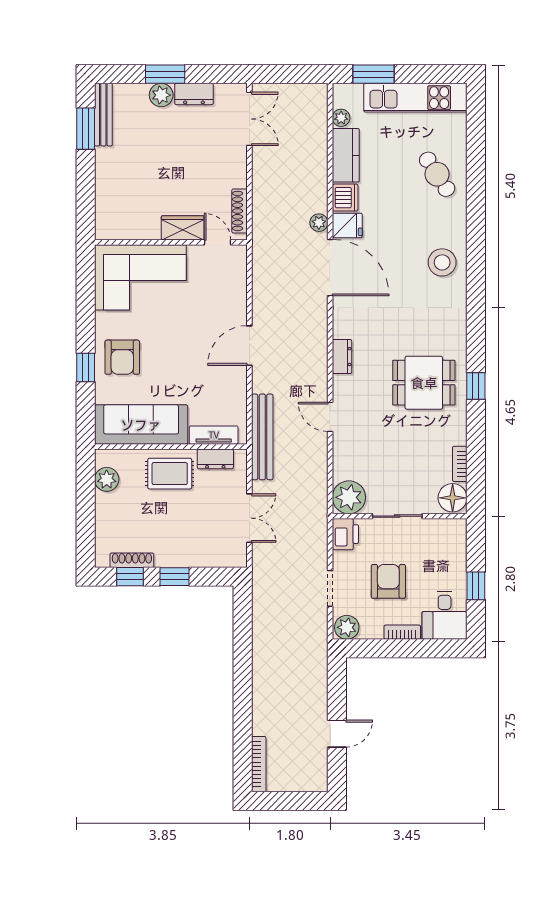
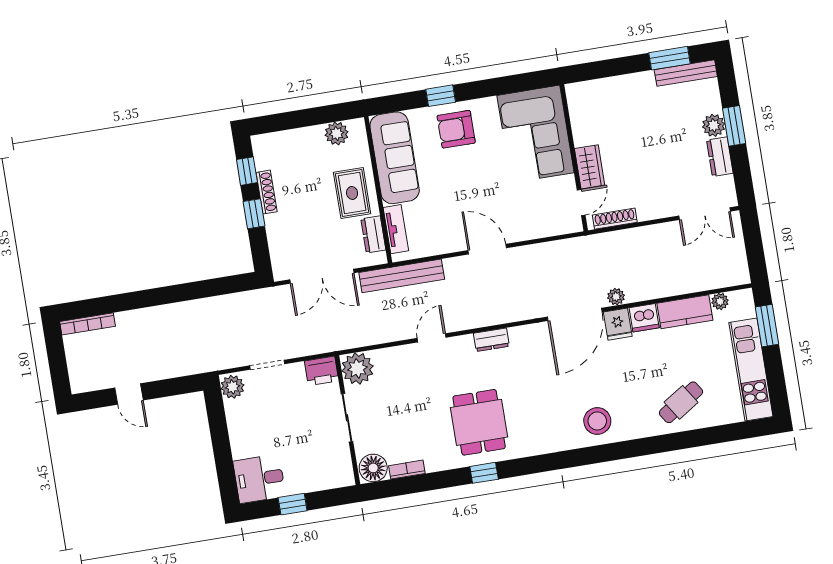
double door: (249, 518) -> (322, 276), width x1.37
shoe rack: (132, 560) -> (267, 192), moved
armchair: (388, 581) -> (283, 420), removed
bookcase: (402, 632) -> (236, 441), removed

